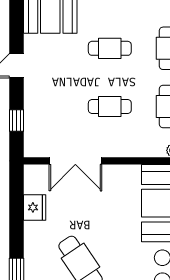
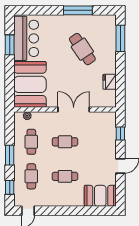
double door: (75, 161) -> (74, 109), moved

